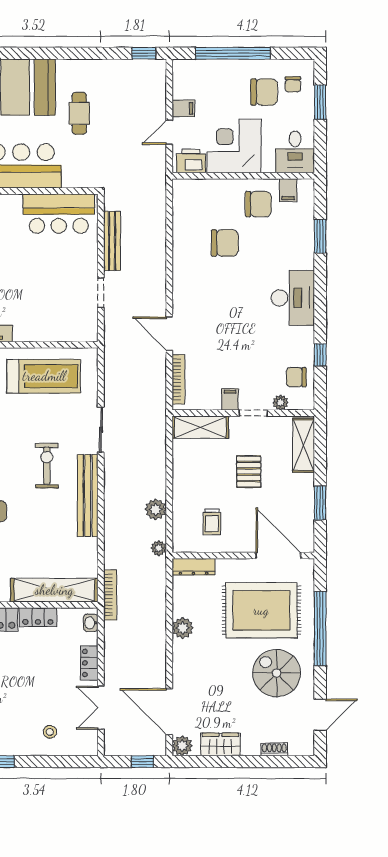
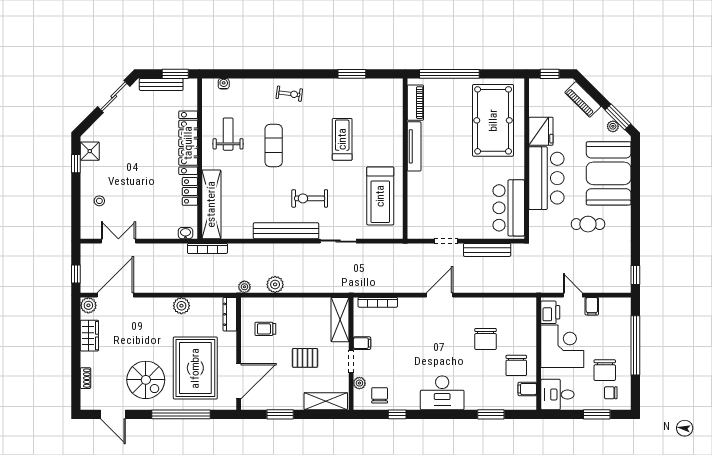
door: (169, 334) -> (440, 295), moved
exercise bike: (47, 466) -> (310, 198), turned 180
locker: (89, 663) -> (154, 232), removed
spiral stairs: (277, 673) -> (146, 380), turned 90

